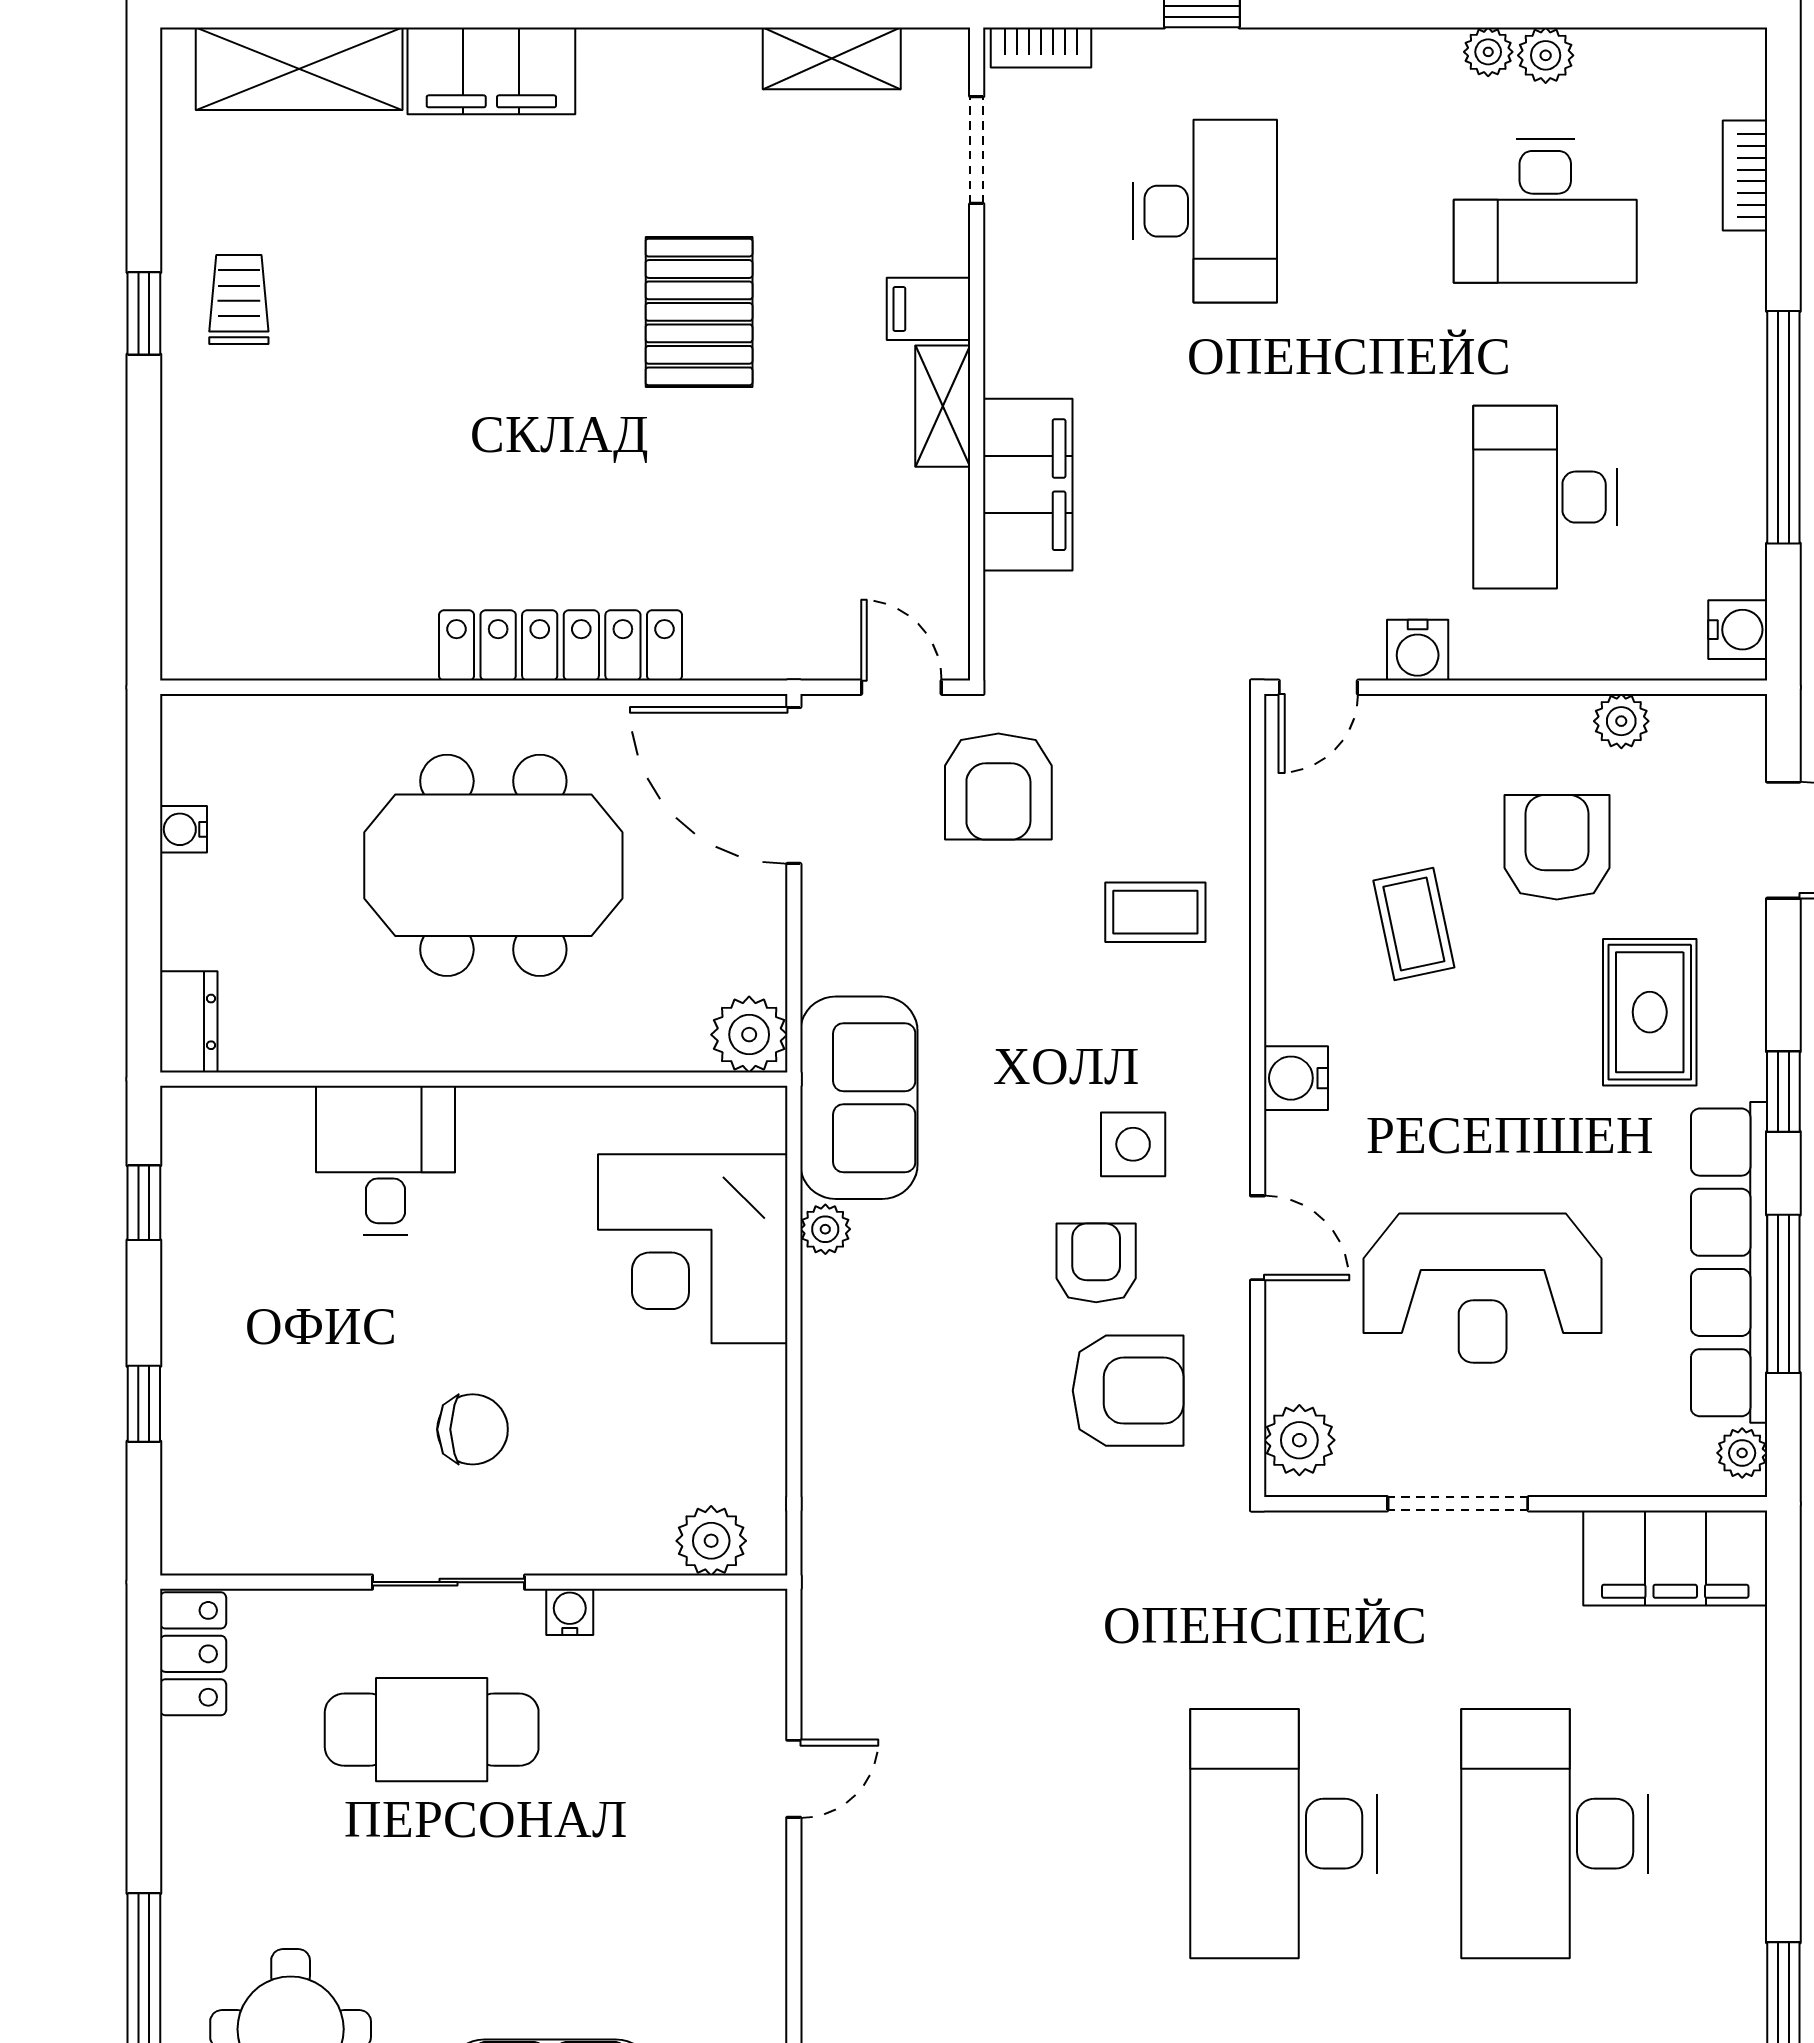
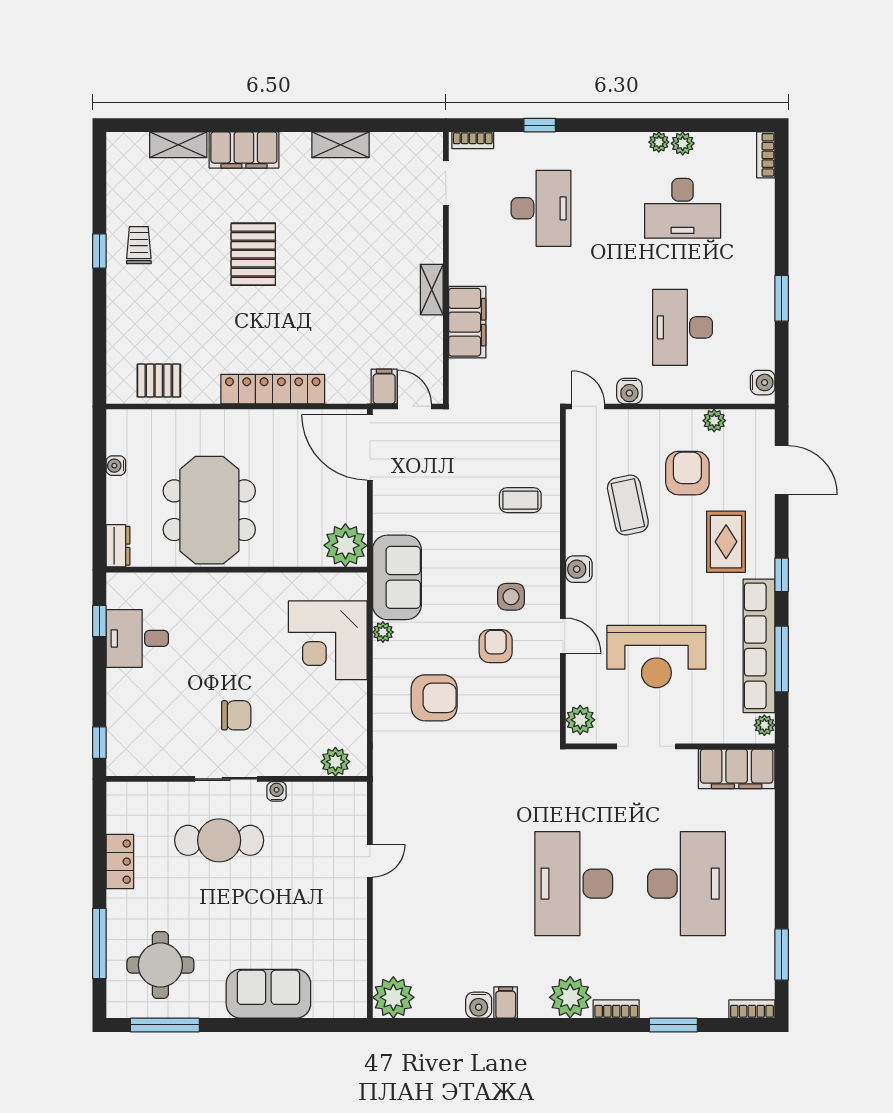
shelving: (832, 58) -> (340, 145), moved
shelving: (299, 69) -> (178, 145), width x0.67, depth x0.75
bookcase: (1745, 175) -> (766, 155), moved
filing cabinet: (929, 309) -> (384, 386), moved, turned 90
pallet: (699, 312) -> (253, 254), moved
window: (1783, 427) -> (782, 298), width x0.47
pallet: (287, 625) -> (159, 381), added
door: (1318, 687) -> (588, 406), swing flipped
armchair: (998, 787) -> (455, 448), removed
meeting table: (493, 865) -> (209, 510), moved, turned 90
coffee table: (1414, 924) -> (628, 505), width x1.36, depth x1.30
plant: (749, 1035) -> (345, 545), width x1.36, depth x1.36
desk: (386, 1160) -> (137, 638), moved, turned -90
armchair: (1128, 1391) -> (434, 698), moved
window: (144, 1404) -> (99, 743), moved
locker: (193, 1654) -> (120, 862), moved
desk: (1555, 1834) -> (686, 884), turned 180

